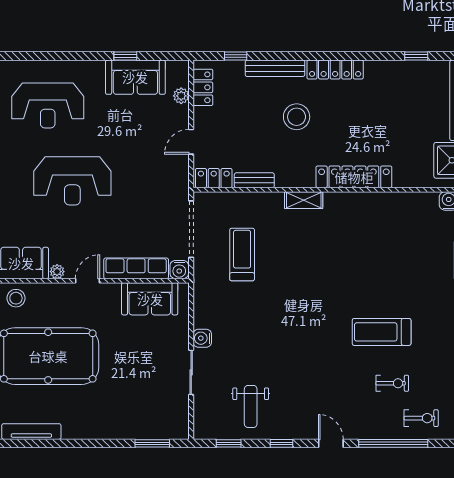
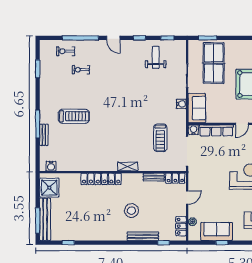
locker: (335, 70) -> (111, 236), removed
sofa: (150, 299) -> (197, 108), moved, turned 90
treadmill: (382, 332) -> (74, 116), moved
water cooler: (202, 338) -> (181, 104), moved
table tennis table: (141, 396) -> (214, 63), added

